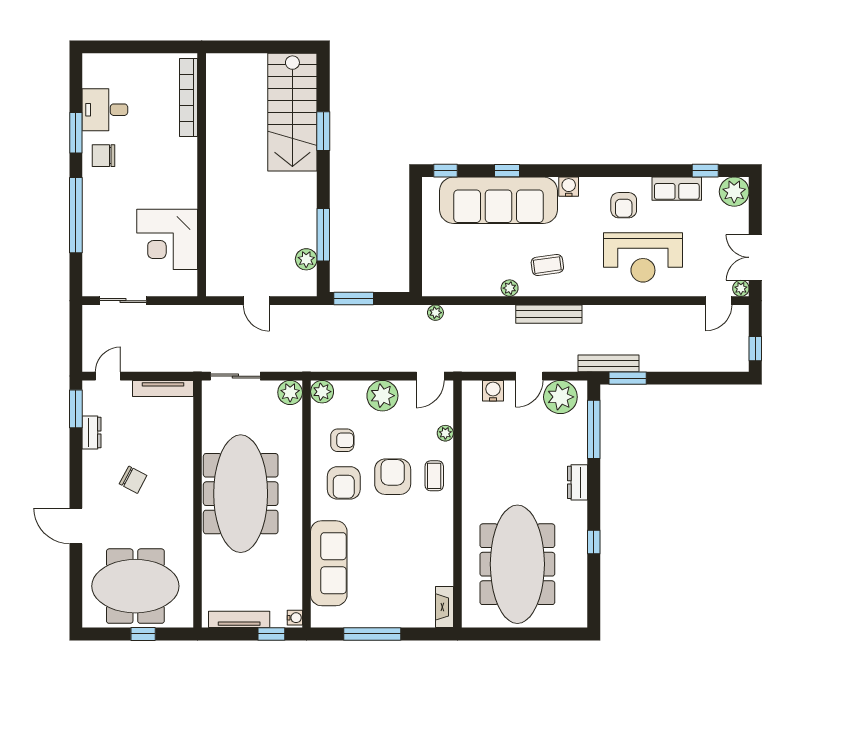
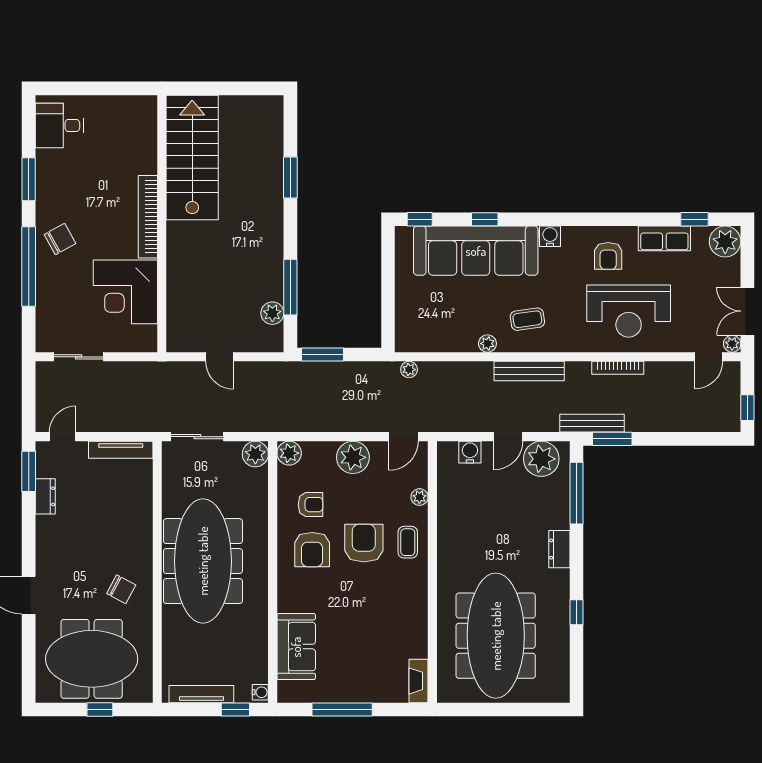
bookcase: (189, 98) -> (148, 217), moved
desk: (105, 110) -> (59, 125), moved
stairs: (292, 112) -> (192, 158), moved, turned 180
chair: (104, 156) -> (60, 239), moved, turned 151
bookcase: (633, 311) -> (618, 368), added
chair: (133, 480) -> (121, 589), moved
sofa: (329, 563) -> (296, 647), width x0.73

